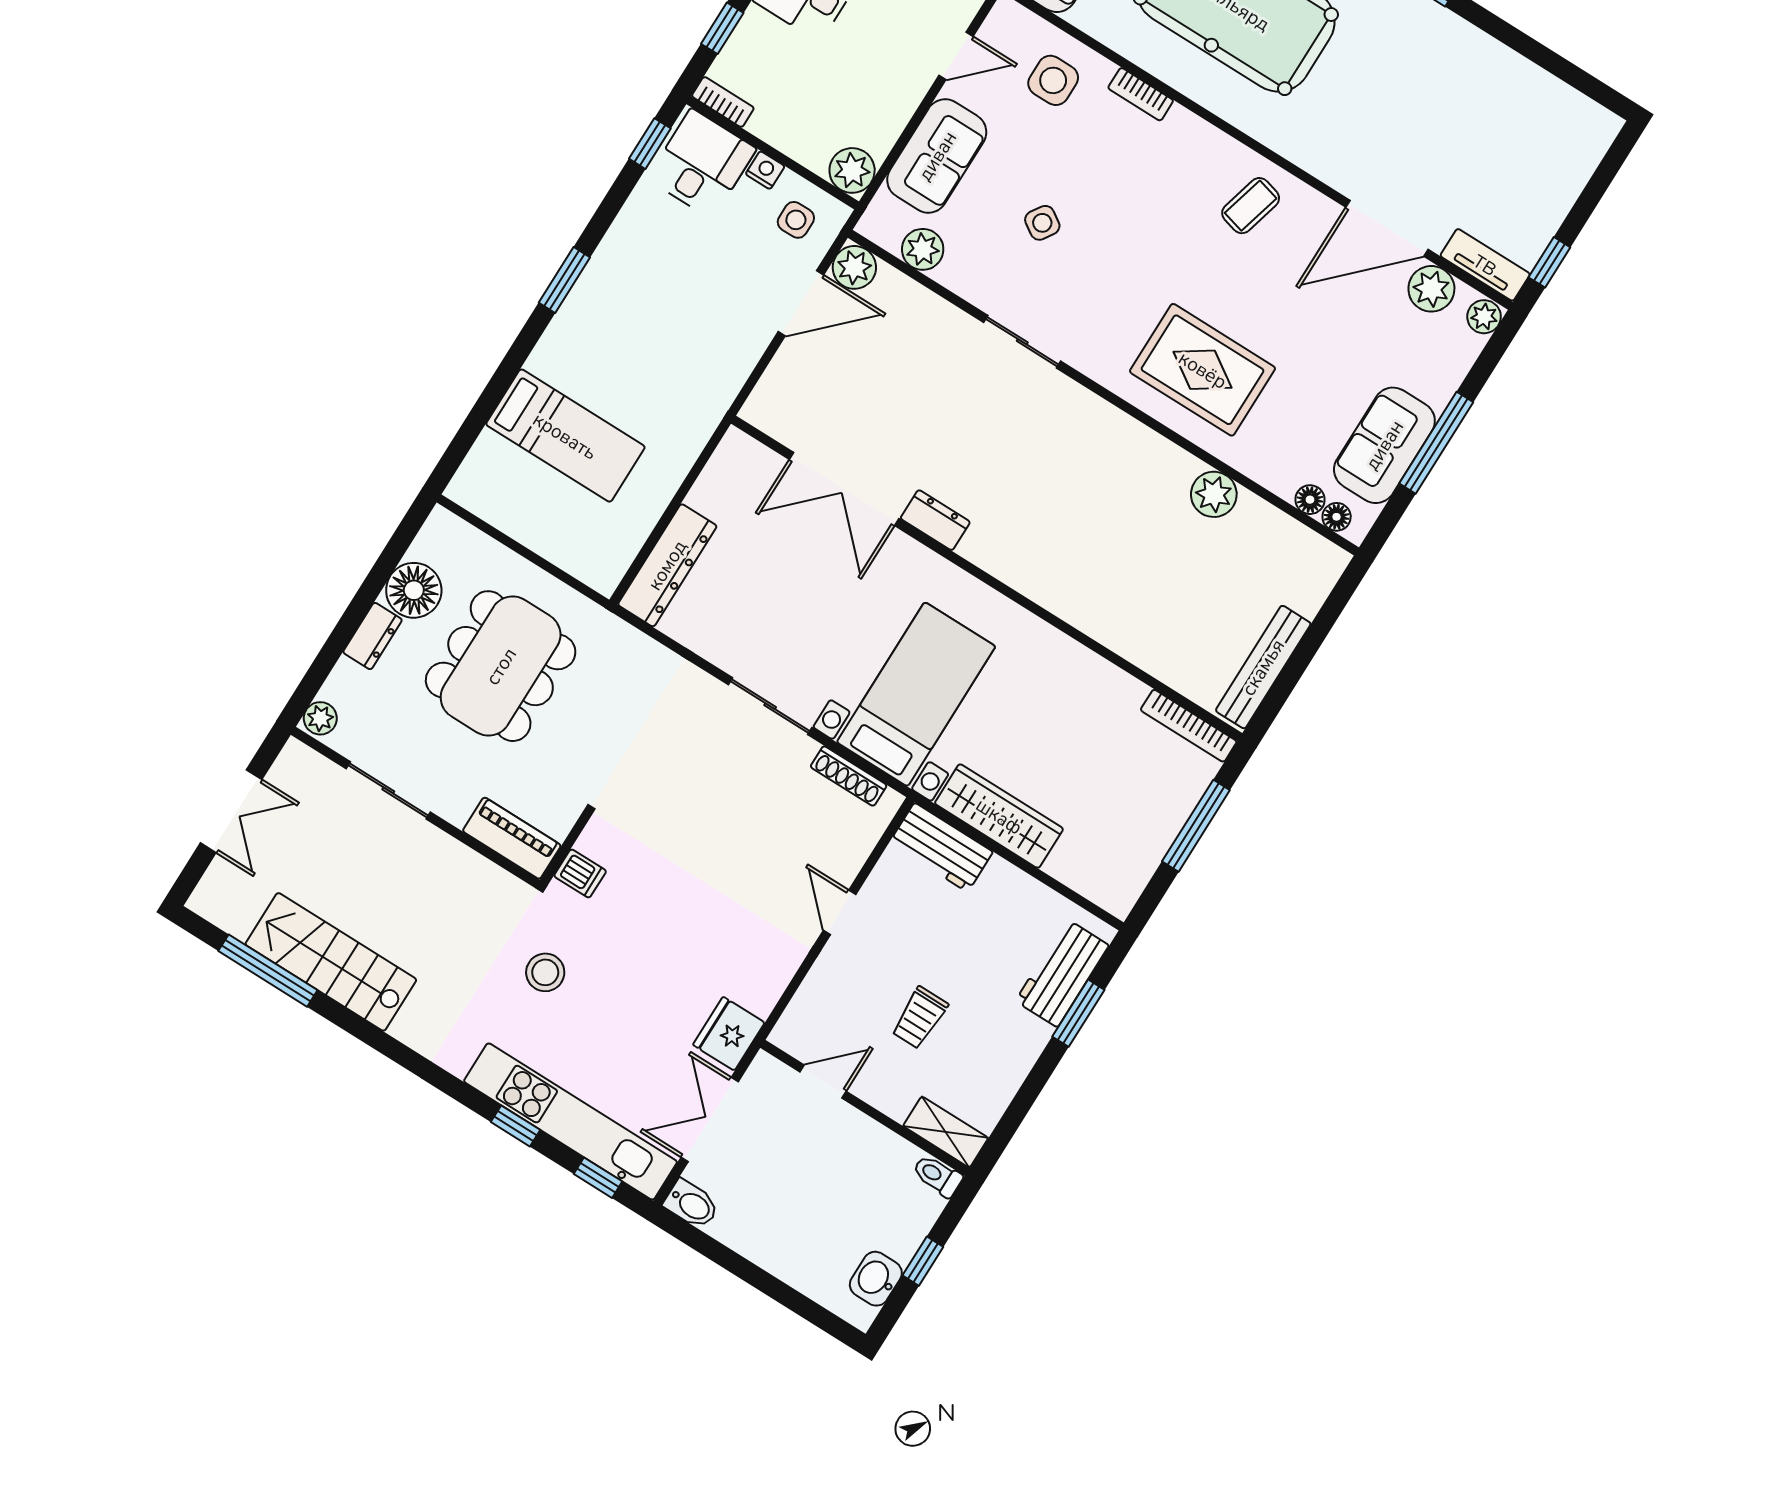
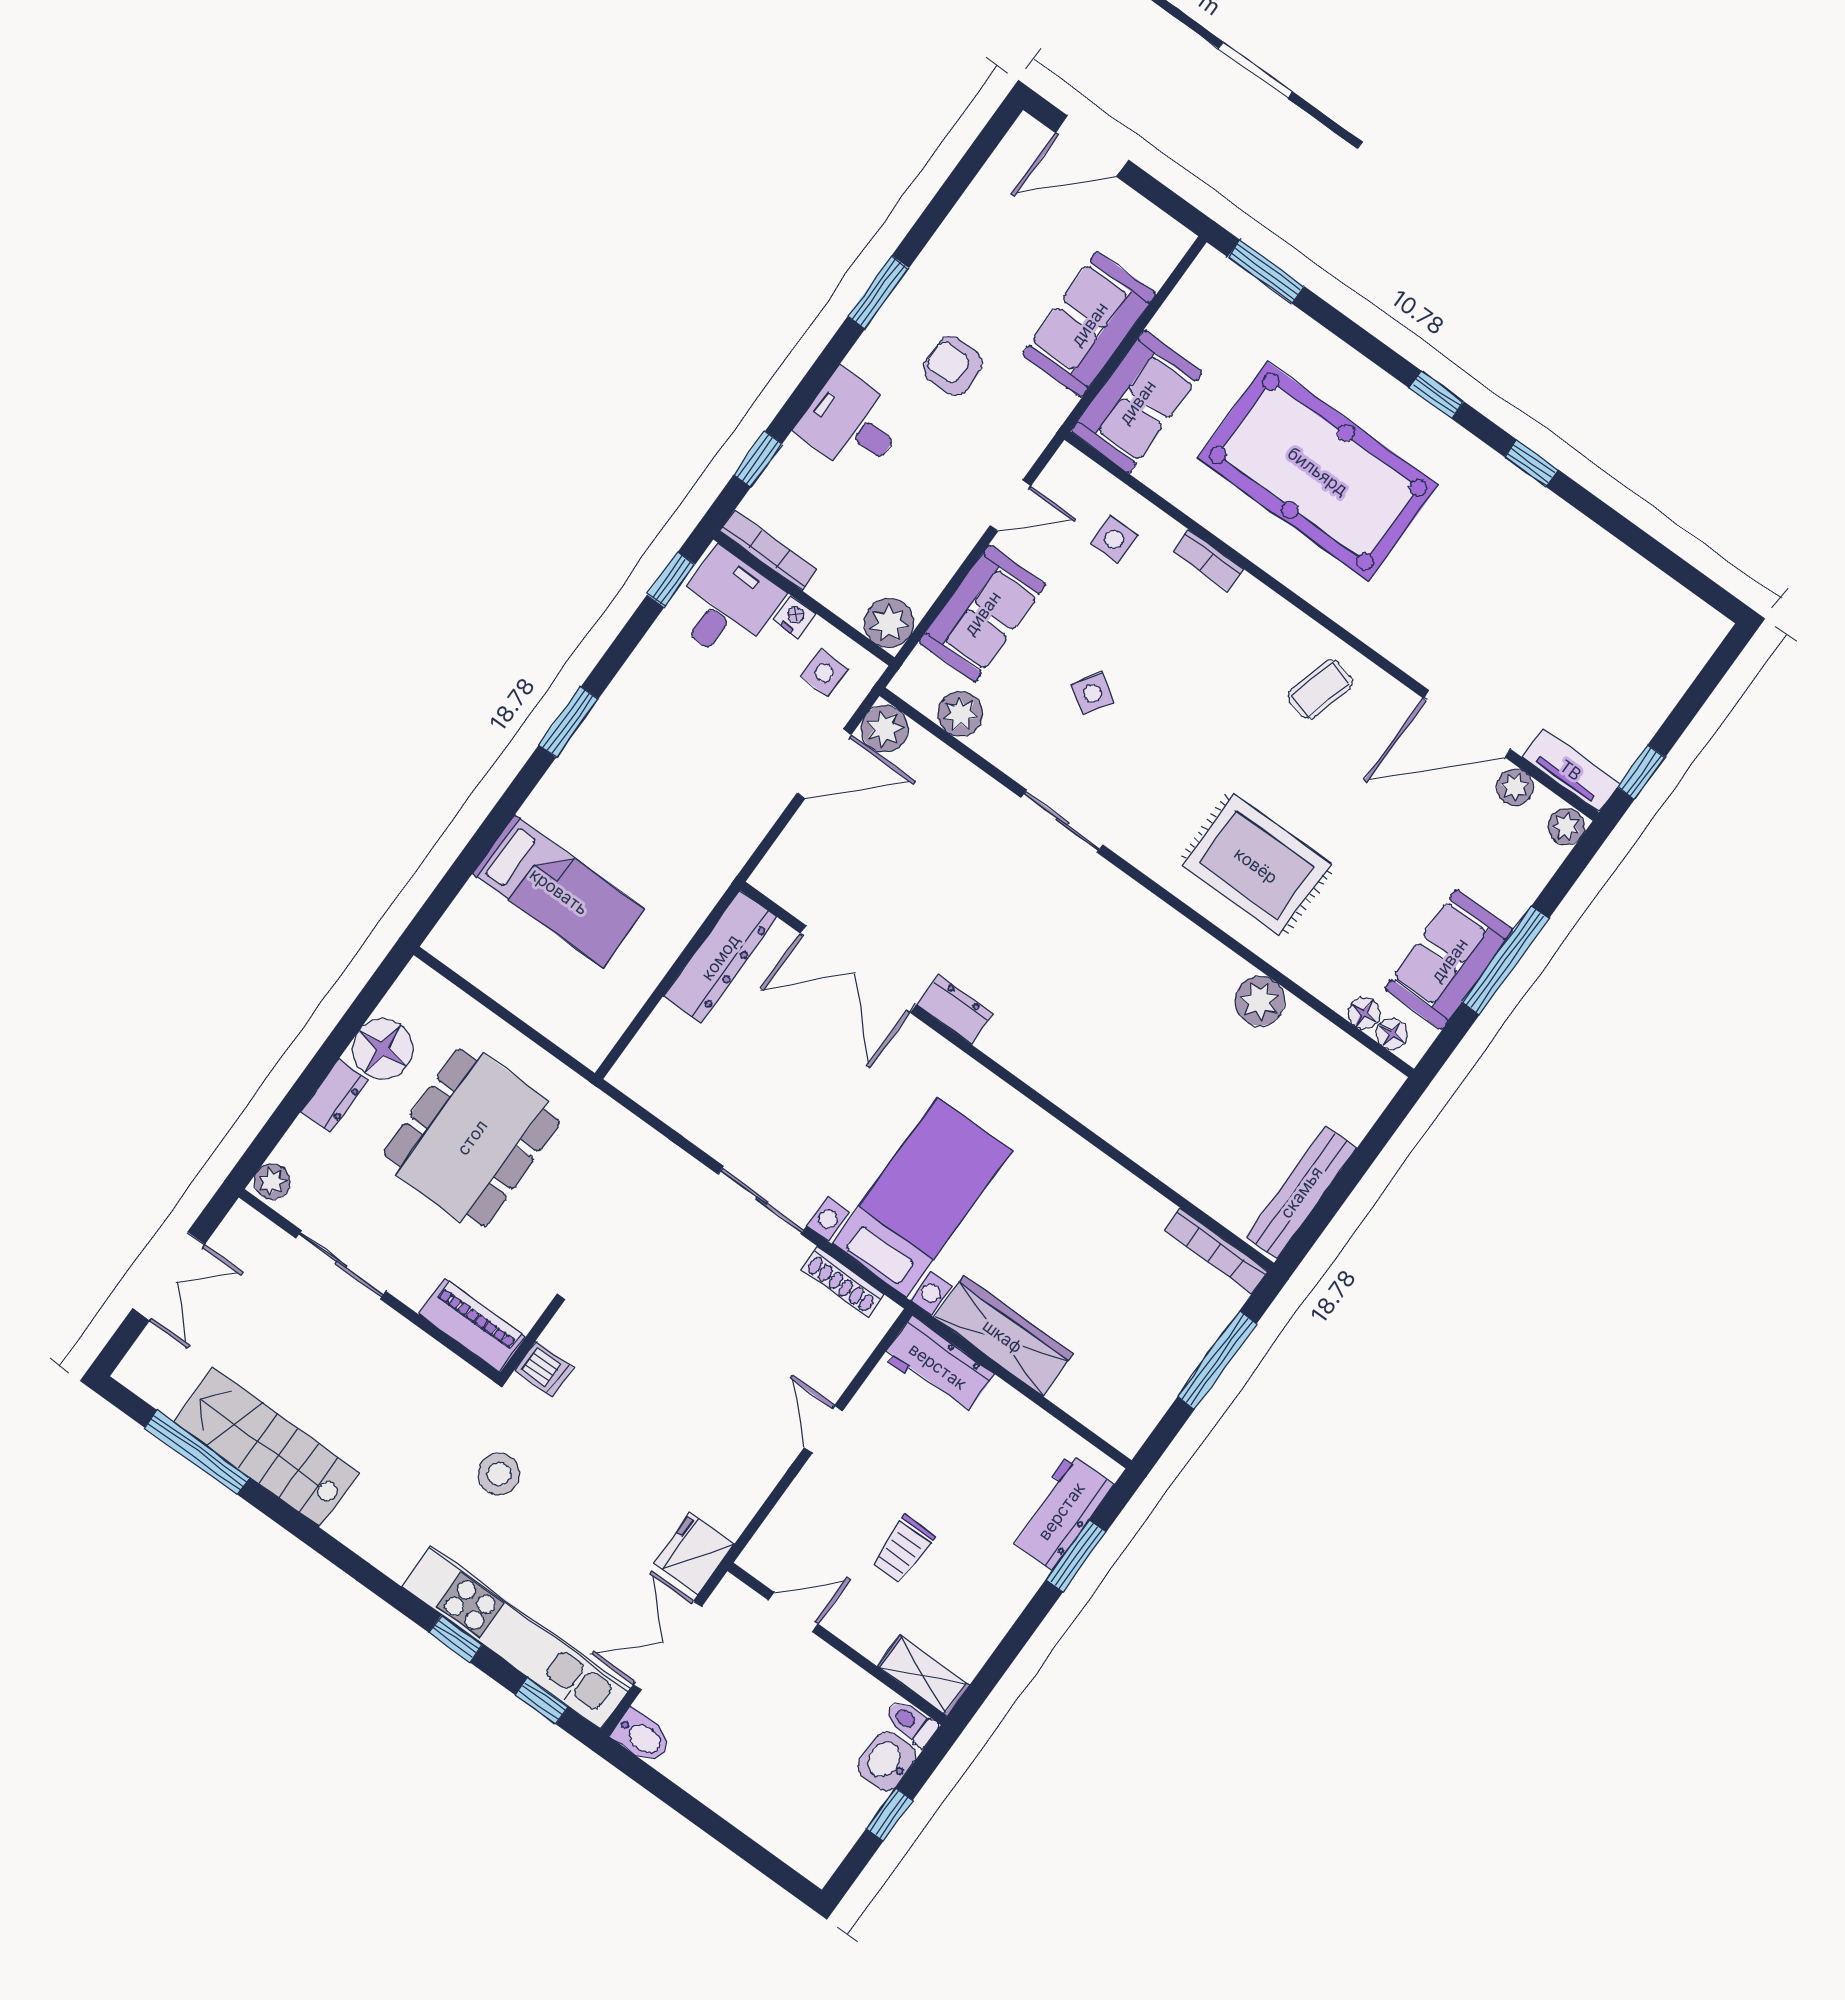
side table: (1053, 80) -> (1114, 539), width x0.73, depth x0.73
bookcase: (723, 102) -> (768, 550), width x1.56
plant: (1431, 289) -> (1515, 787), width x0.73, depth x0.73
dresser: (667, 565) -> (720, 957), moved
washbasin: (876, 1279) -> (887, 1761), moved

